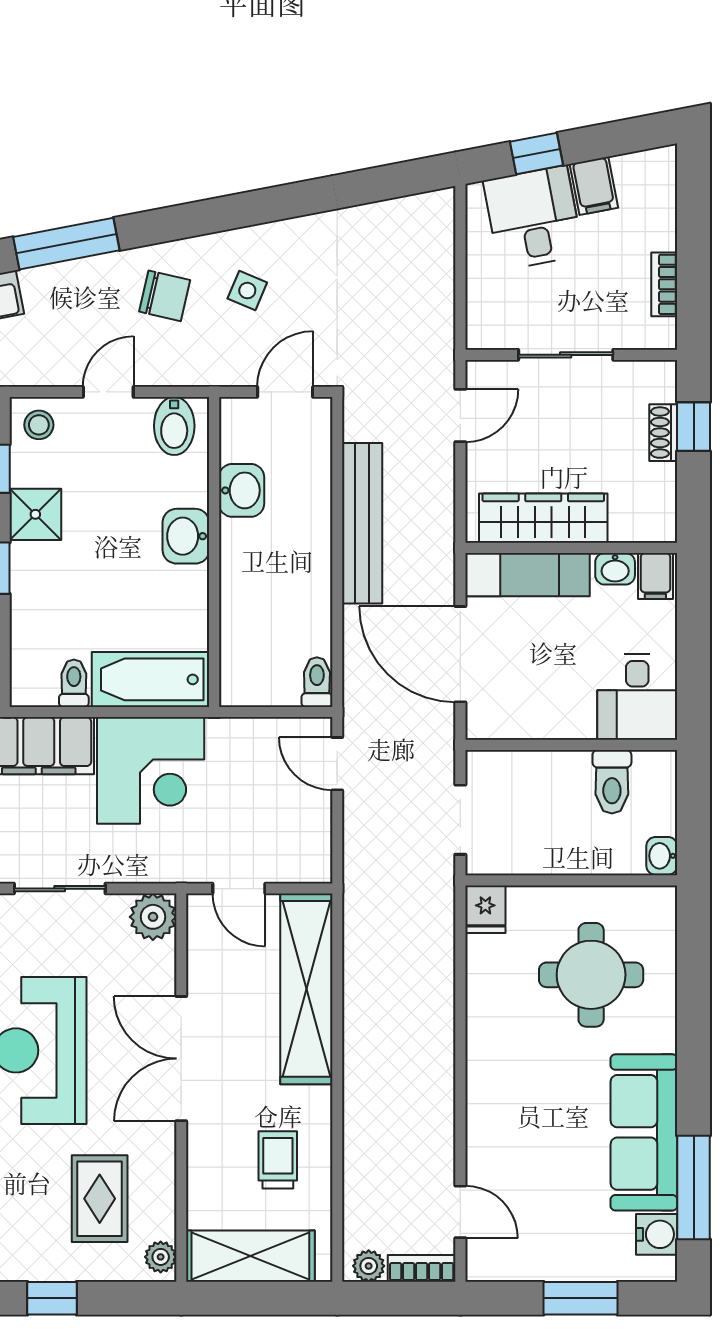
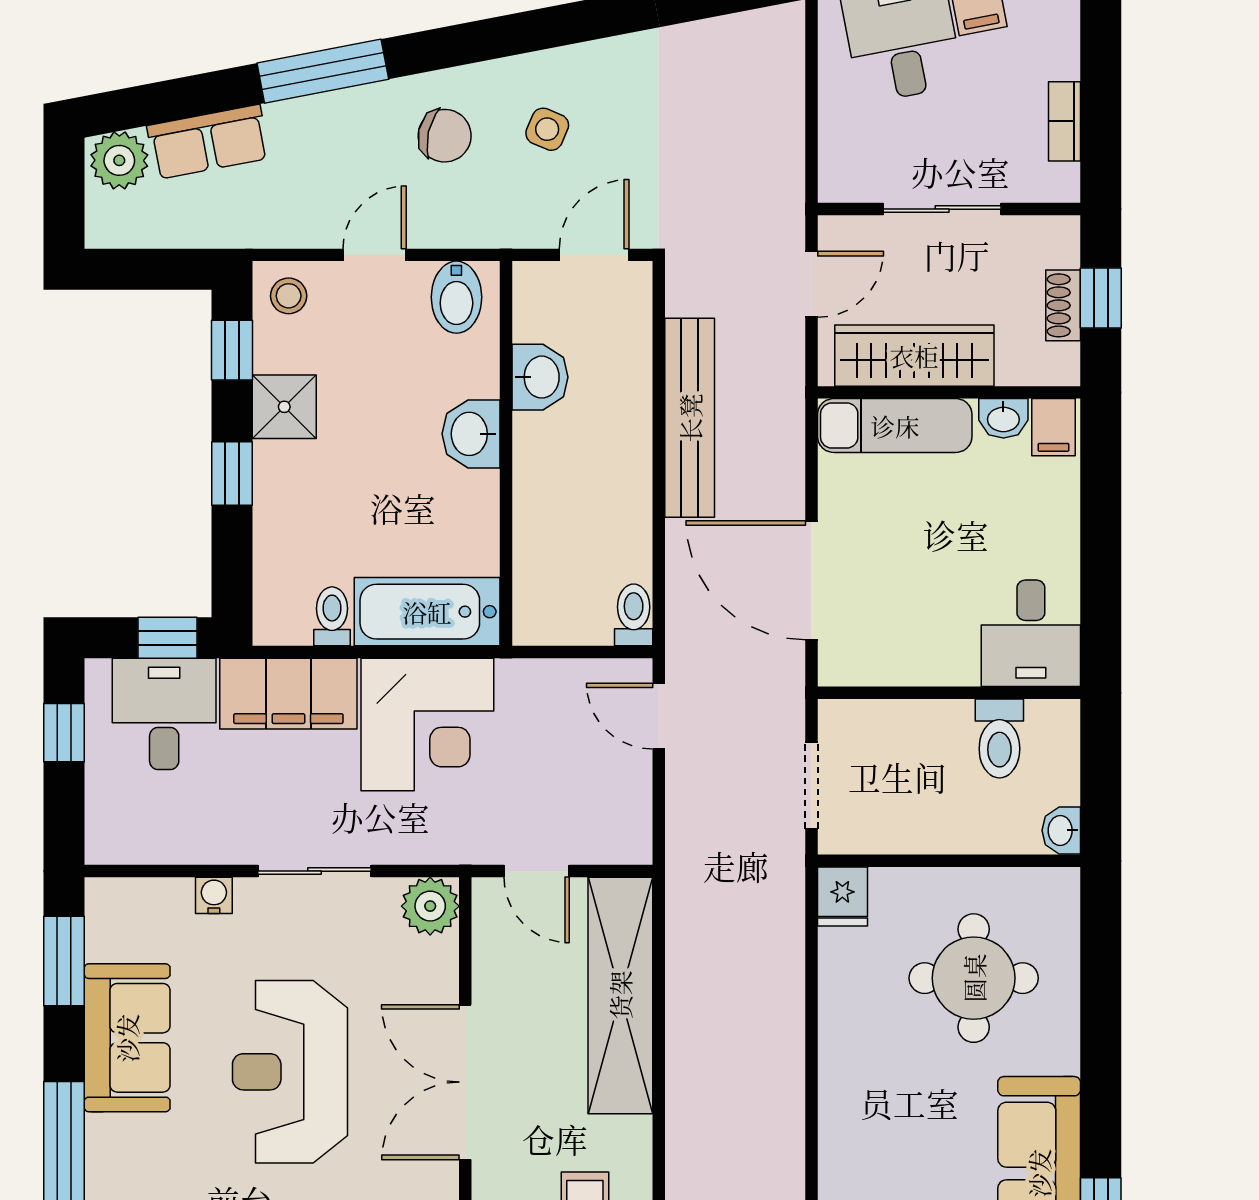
wardrobe: (543, 518) -> (914, 356), moved
wall: (571, 548) -> (949, 392), moved
washbasin: (615, 569) -> (1003, 418), moved
exam couch: (527, 575) -> (895, 426), moved
filing cabinet: (655, 576) -> (1054, 427), moved

